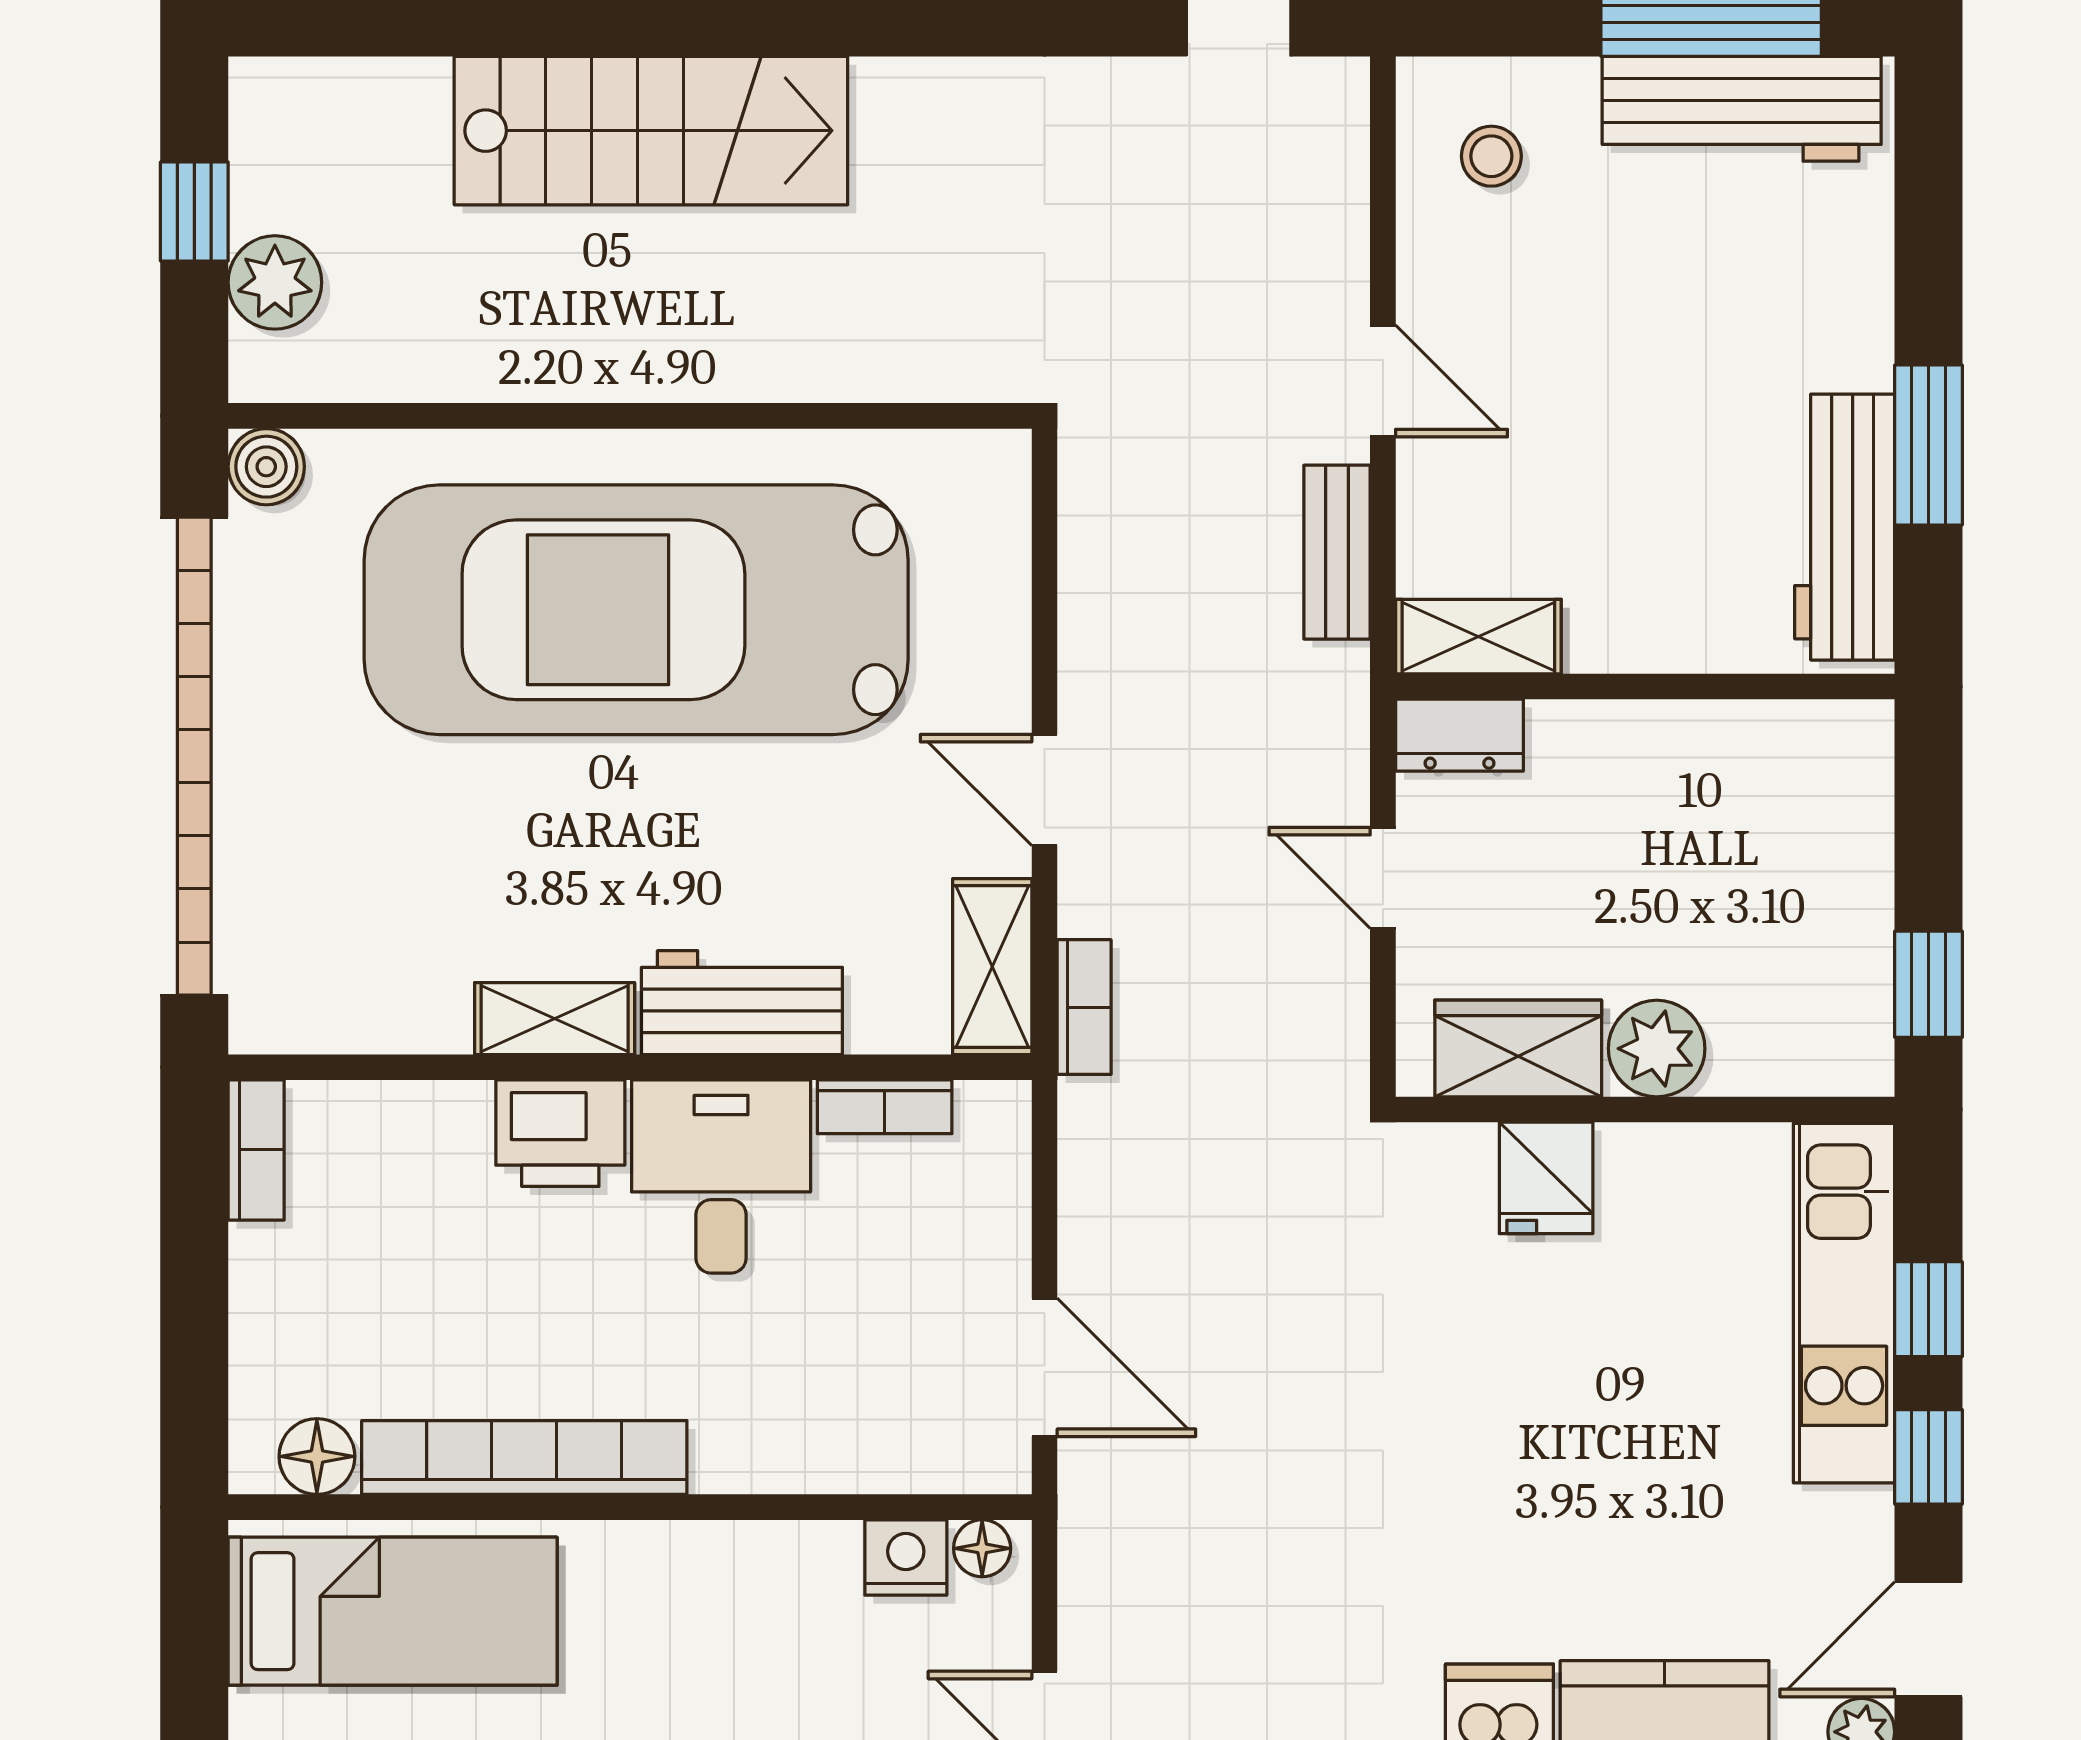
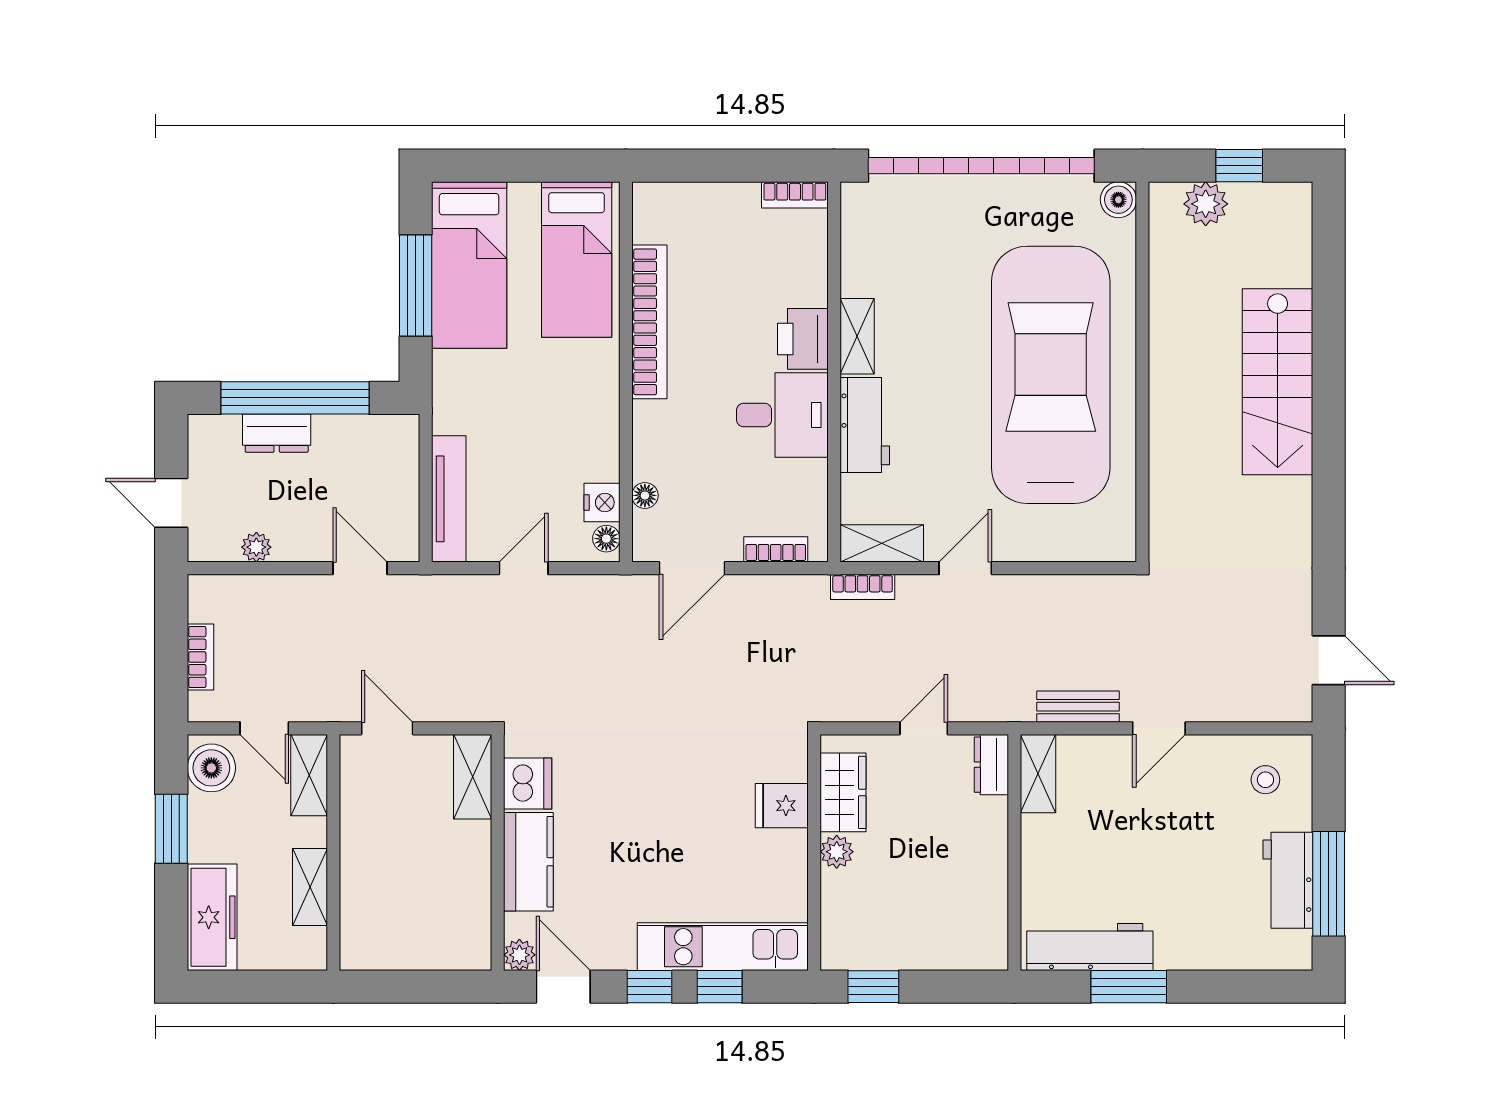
workbench: (1742, 109) -> (1288, 880), width x0.73
plant: (1657, 1049) -> (837, 852), width x0.73, depth x0.73
bookcase: (885, 1107) -> (776, 549), moved, turned 90
floor lamp: (317, 1456) -> (645, 495), moved, width x0.73, depth x0.73

